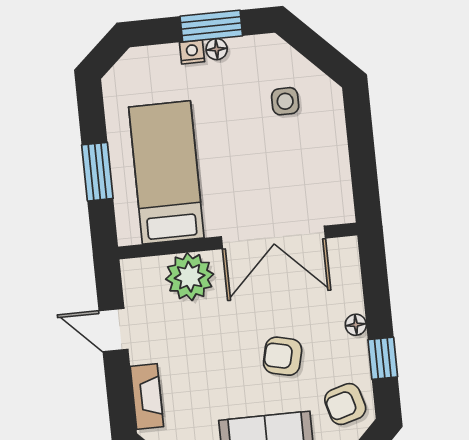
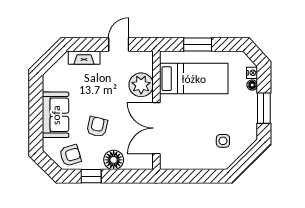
floor lamp: (217, 49) -> (252, 85), moved
nightstand: (192, 52) -> (252, 73), moved
floor lamp: (356, 325) -> (114, 160), width x1.89, depth x1.89
armchair: (345, 404) -> (70, 155), turned 89

